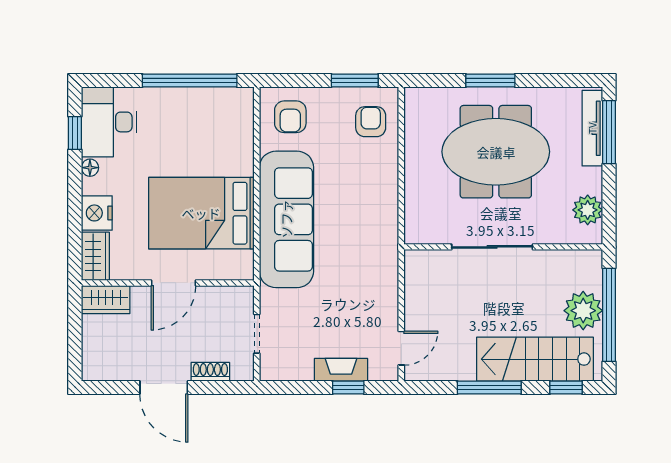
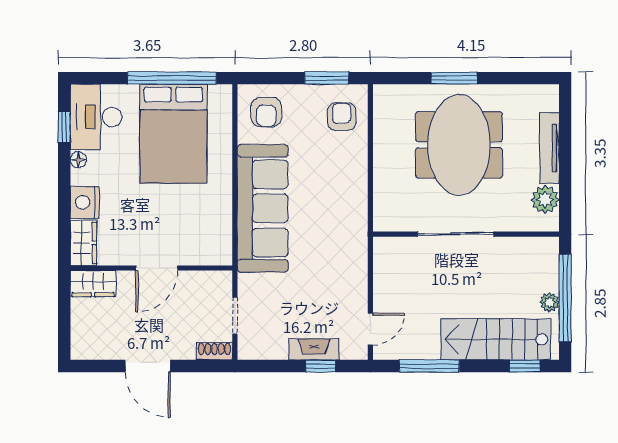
tv unit: (592, 128) -> (550, 148), moved
window: (609, 132) -> (565, 127), removed
meeting table: (496, 152) -> (459, 145), turned 90
bed: (201, 213) -> (173, 134), moved, turned -90
plant: (583, 311) -> (549, 302), width x0.53, depth x0.53
shoe rack: (210, 372) -> (214, 351), moved
window: (489, 387) -> (429, 366), moved

